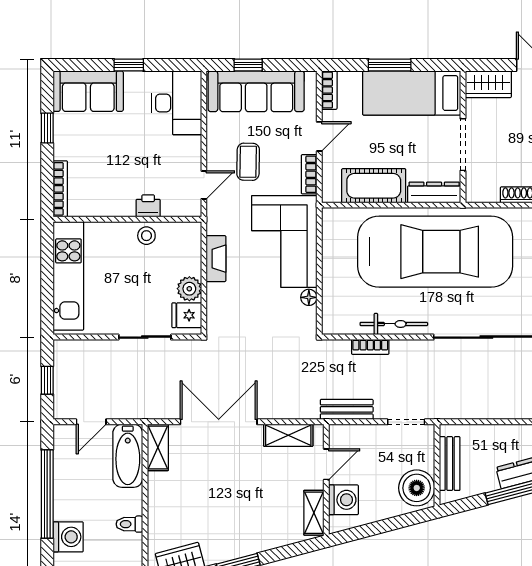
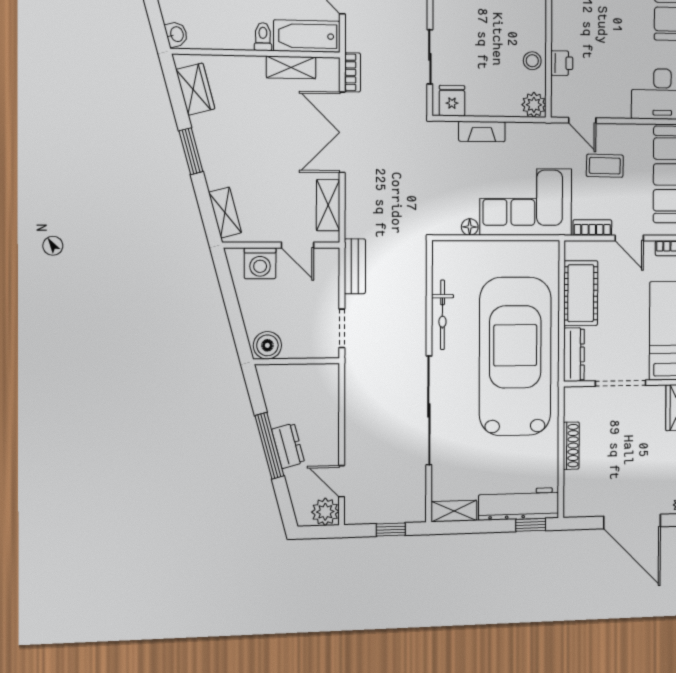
car: (435, 252) -> (515, 356), turned 180
fireplace: (216, 259) -> (482, 131), moved
plant: (189, 289) -> (534, 105), moved
bookcase: (370, 347) -> (353, 72), moved, turned 180
double door: (219, 422) -> (342, 132), swing flipped
shelving: (158, 447) -> (291, 67), moved
bench: (450, 464) -> (298, 375), removed
boiler: (417, 488) -> (267, 345), width x0.73, depth x0.73
shelving: (314, 513) -> (225, 213), moved, turned 75
toilet: (129, 524) -> (263, 37), moved

